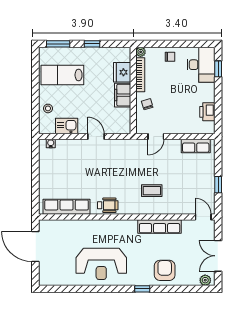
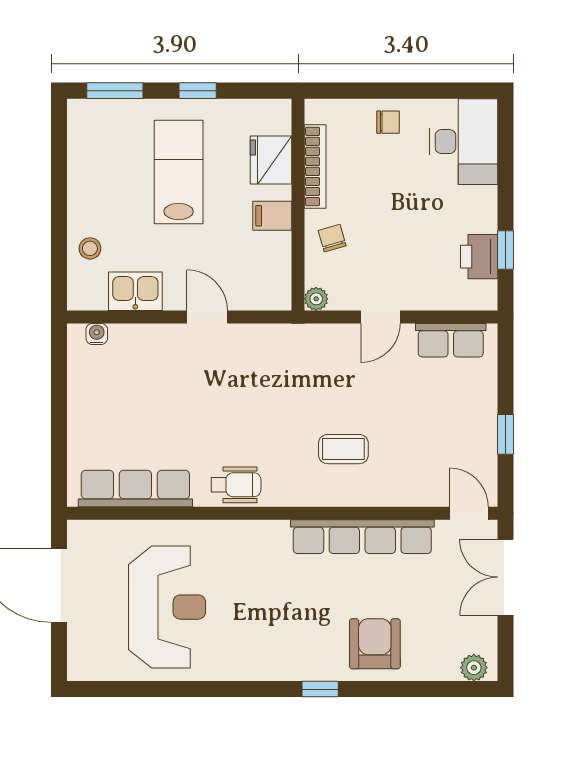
plant: (141, 52) -> (316, 299), moved
window: (218, 69) -> (505, 250), moved
lab bench: (62, 75) -> (179, 172), moved, turned 90
filing cabinet: (123, 95) -> (272, 216), width x0.50
door: (156, 137) -> (381, 317), moved
row of seats: (160, 227) -> (362, 537), width x1.36
double door: (218, 256) -> (505, 577), moved
reception desk: (101, 264) -> (167, 607), moved, turned -90

